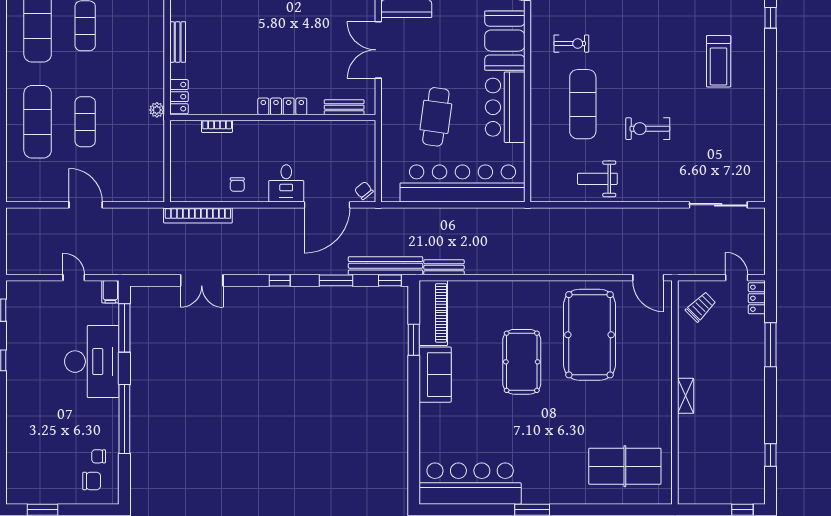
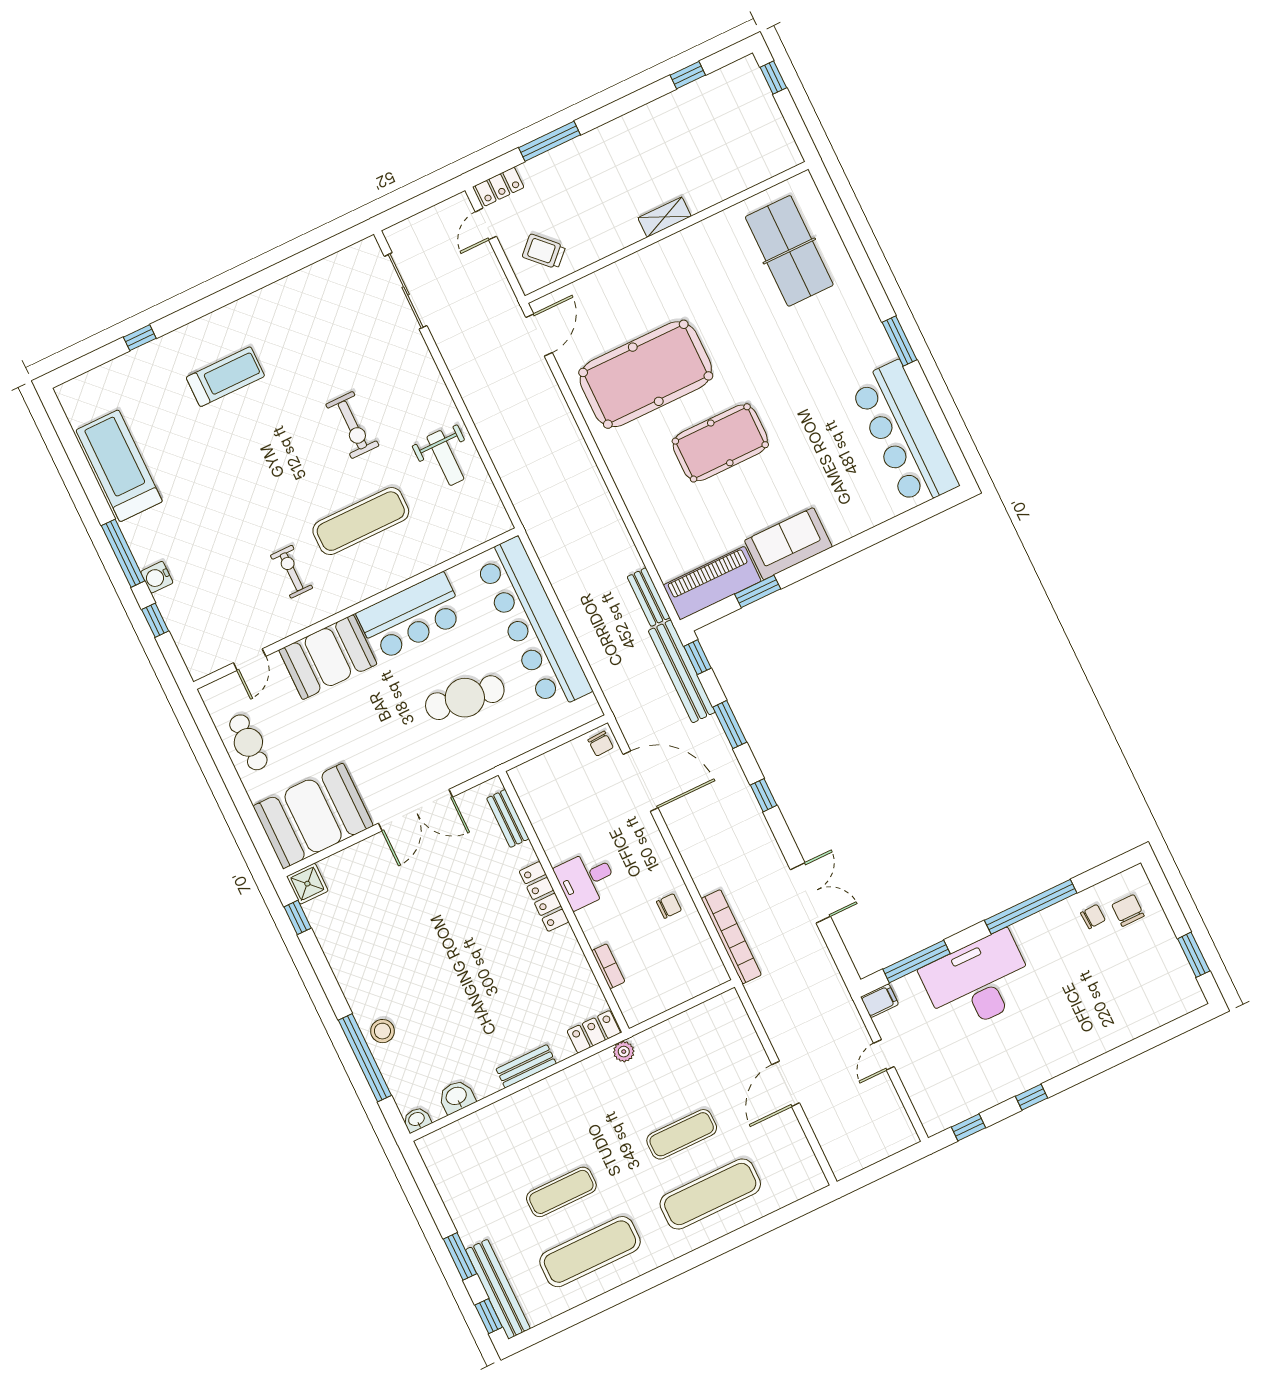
desk: (286, 183) -> (586, 879), moved, turned 180
chair: (364, 191) -> (601, 744), turned -54
chair: (99, 456) -> (1093, 917), turned -93

